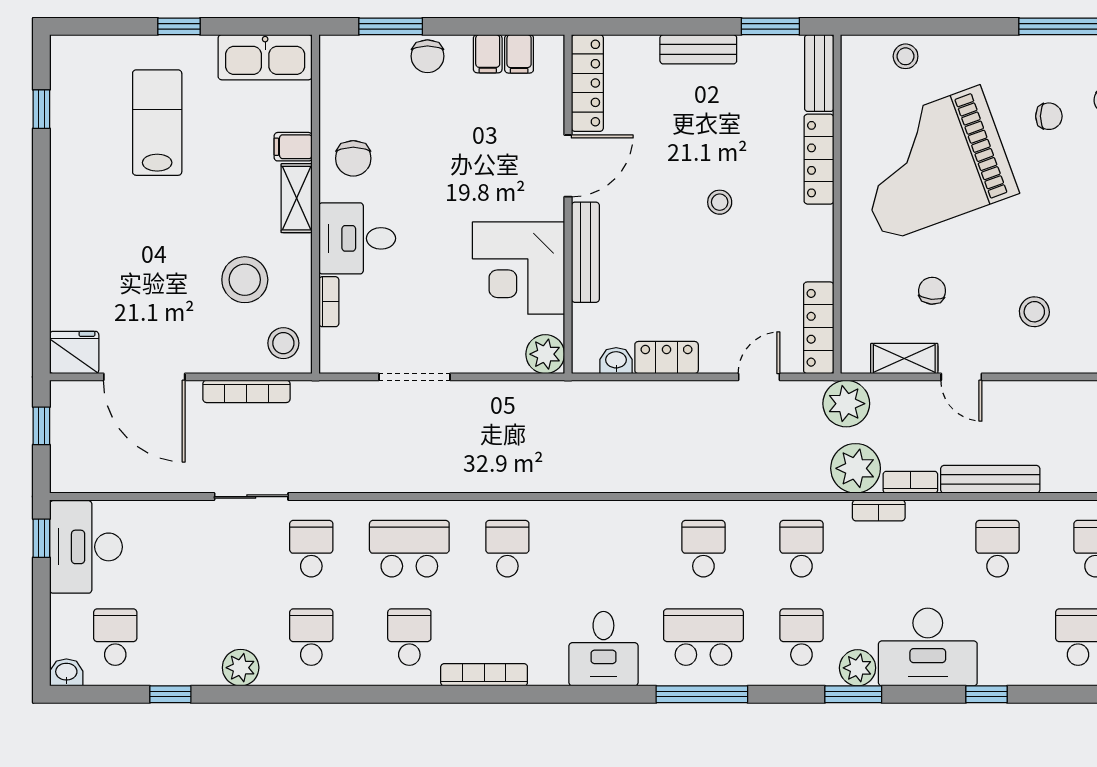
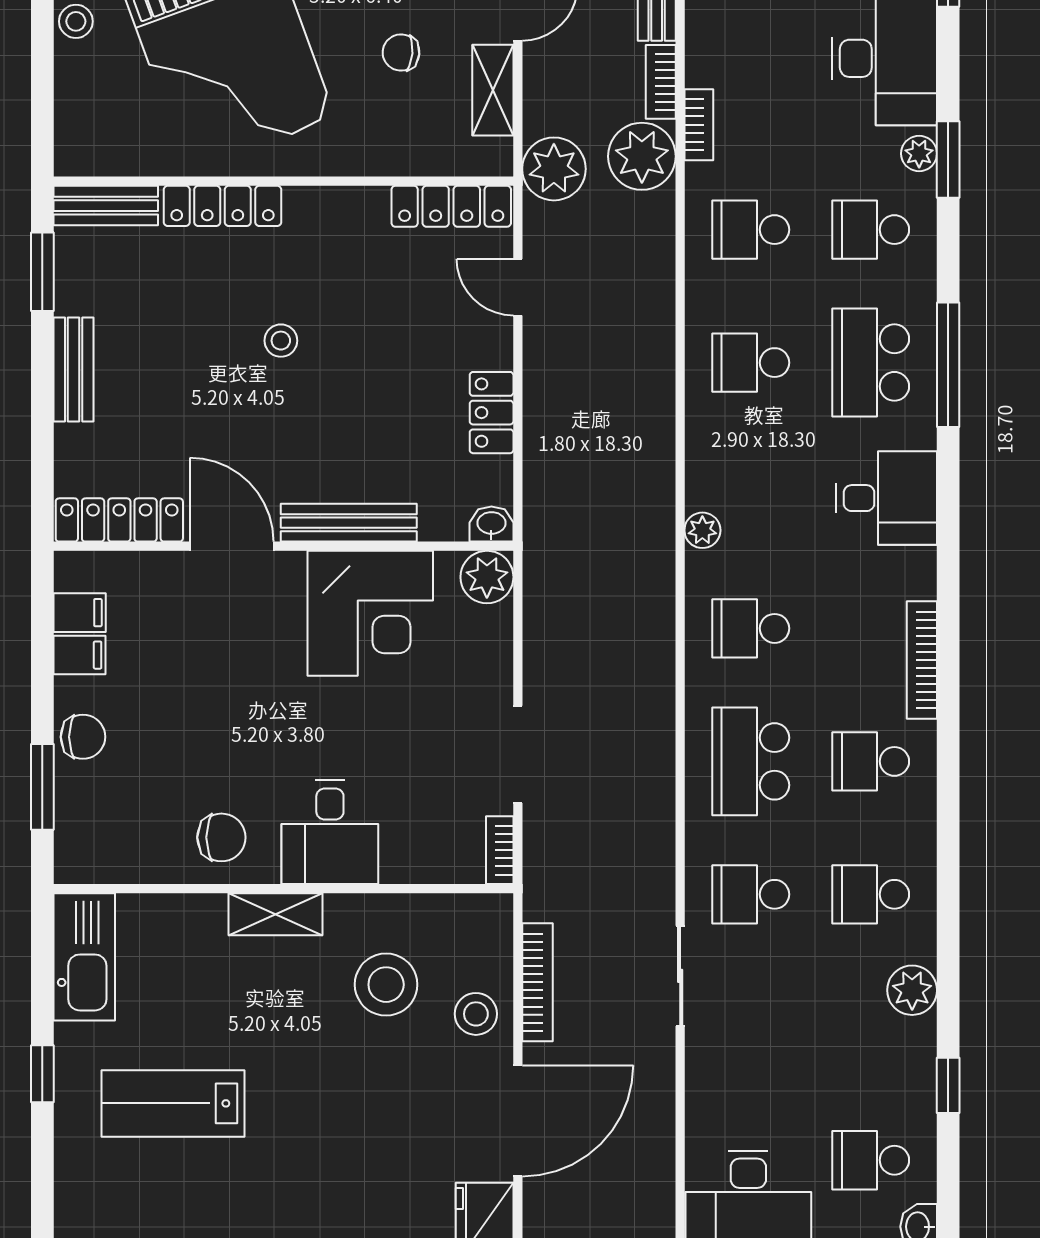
stool: (906, 56) -> (76, 21), moved
filing cabinet: (293, 147) -> (206, 919), removed
bookcase: (329, 302) -> (500, 850), moved, turned -90
stool: (283, 343) -> (476, 1014), moved
washbasin: (616, 361) -> (491, 524), moved, turned 90
plant: (580, 513) -> (702, 530), added
plant: (858, 668) -> (919, 154), width x0.73, depth x0.73

